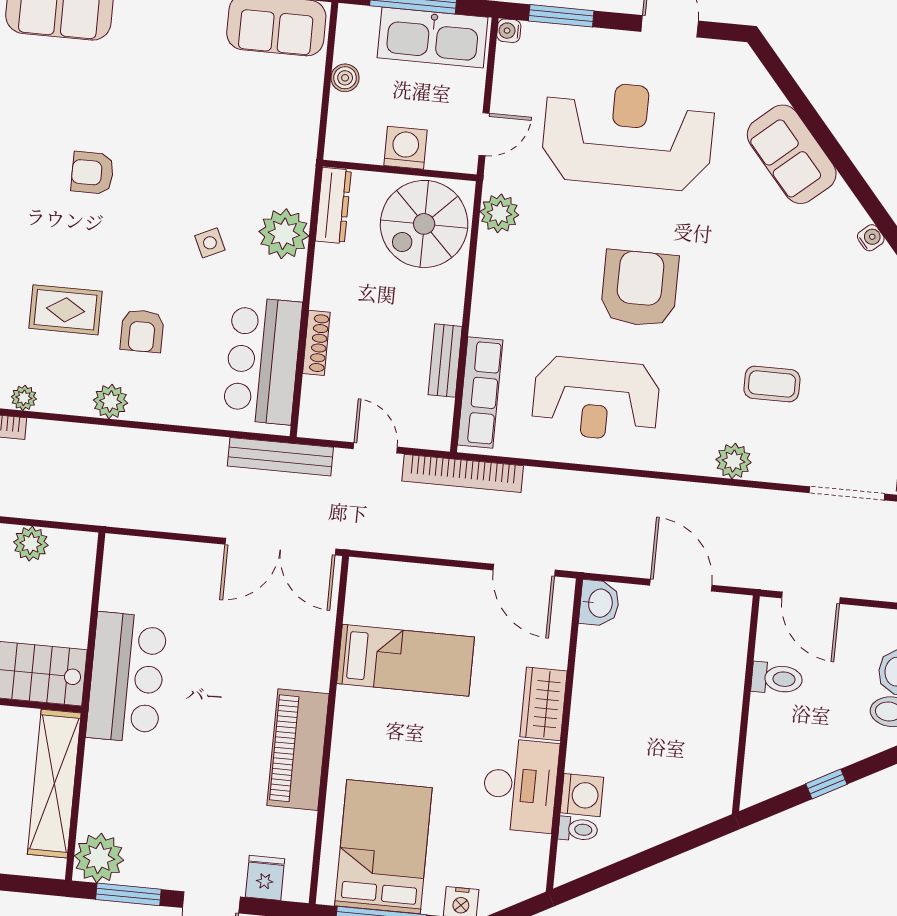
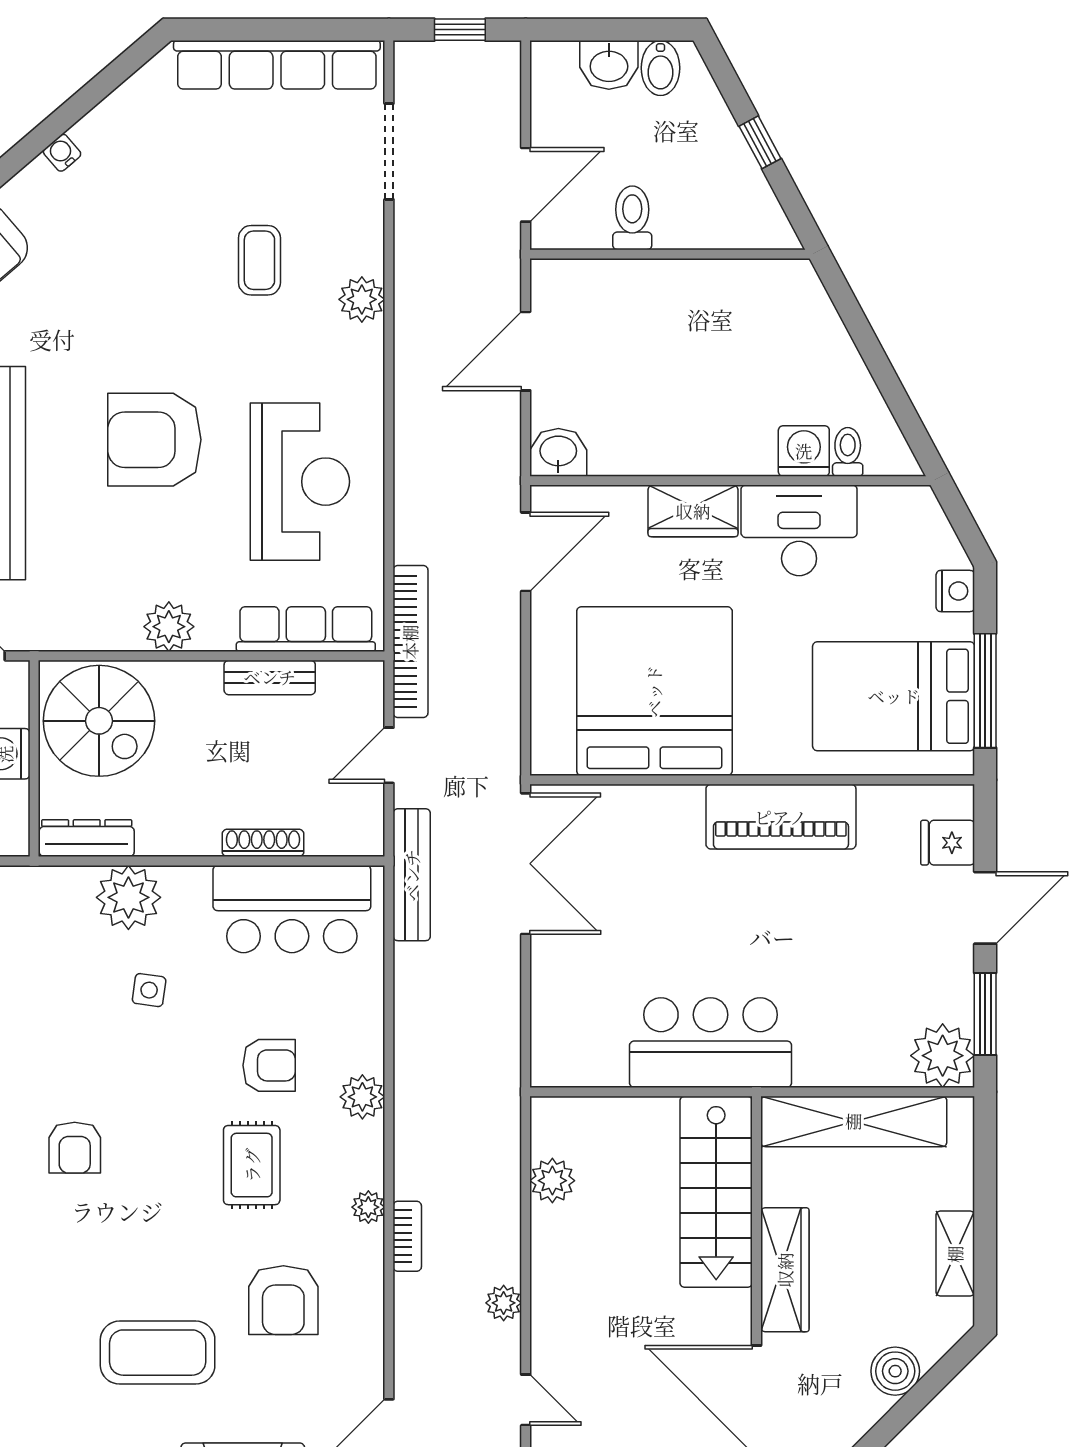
plant: (499, 213) -> (169, 627), moved
side table: (210, 243) -> (149, 990), turned 33
bed: (406, 660) -> (654, 691), width x2.04

